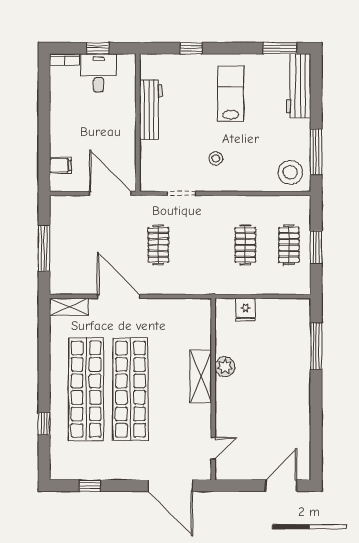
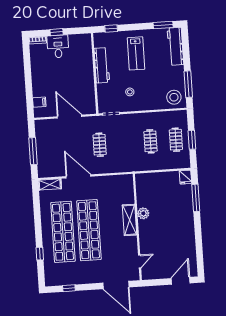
lab bench: (231, 94) -> (136, 53), turned 180
workbench: (151, 110) -> (102, 65), moved
wall: (138, 123) -> (95, 73), moved
fridge: (246, 310) -> (185, 177), moved

